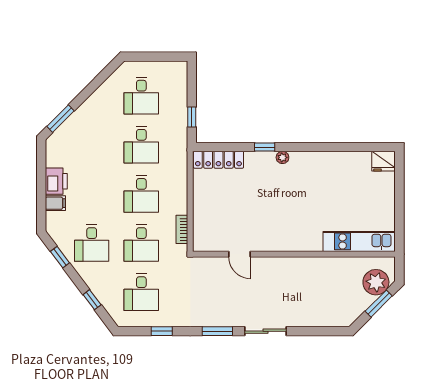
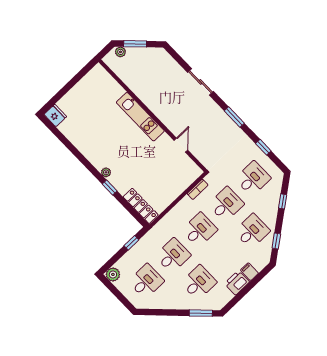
plant: (178, 70) -> (113, 274), added
desk: (92, 145) -> (199, 283), added
kitchen unit: (359, 241) -> (140, 117), moved
plant: (376, 282) -> (120, 52), width x0.53, depth x0.53
sliding door: (265, 331) -> (201, 82), moved

